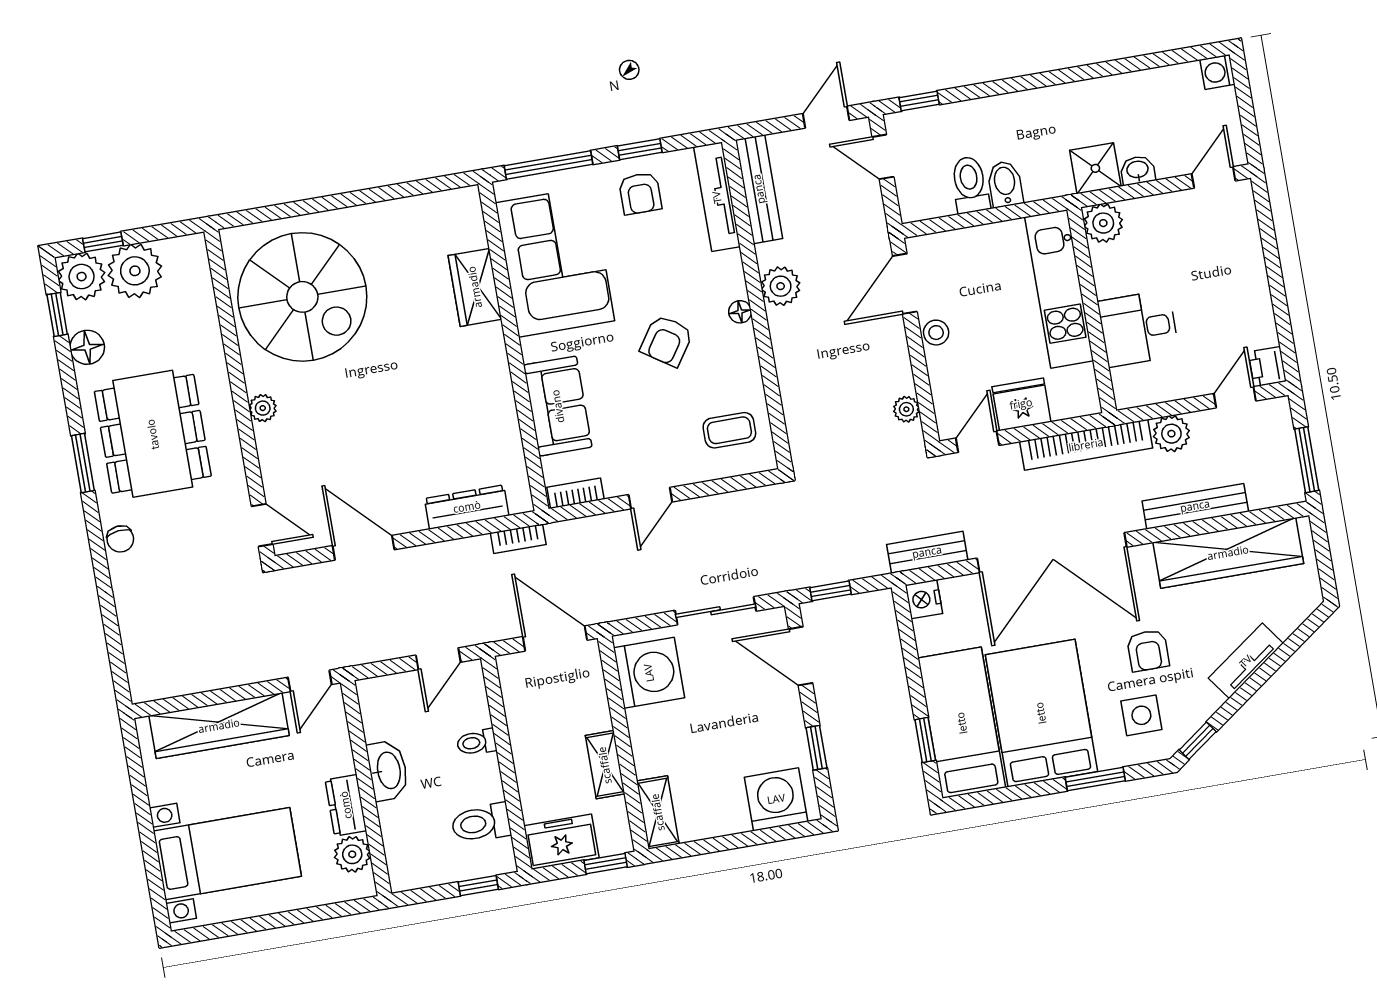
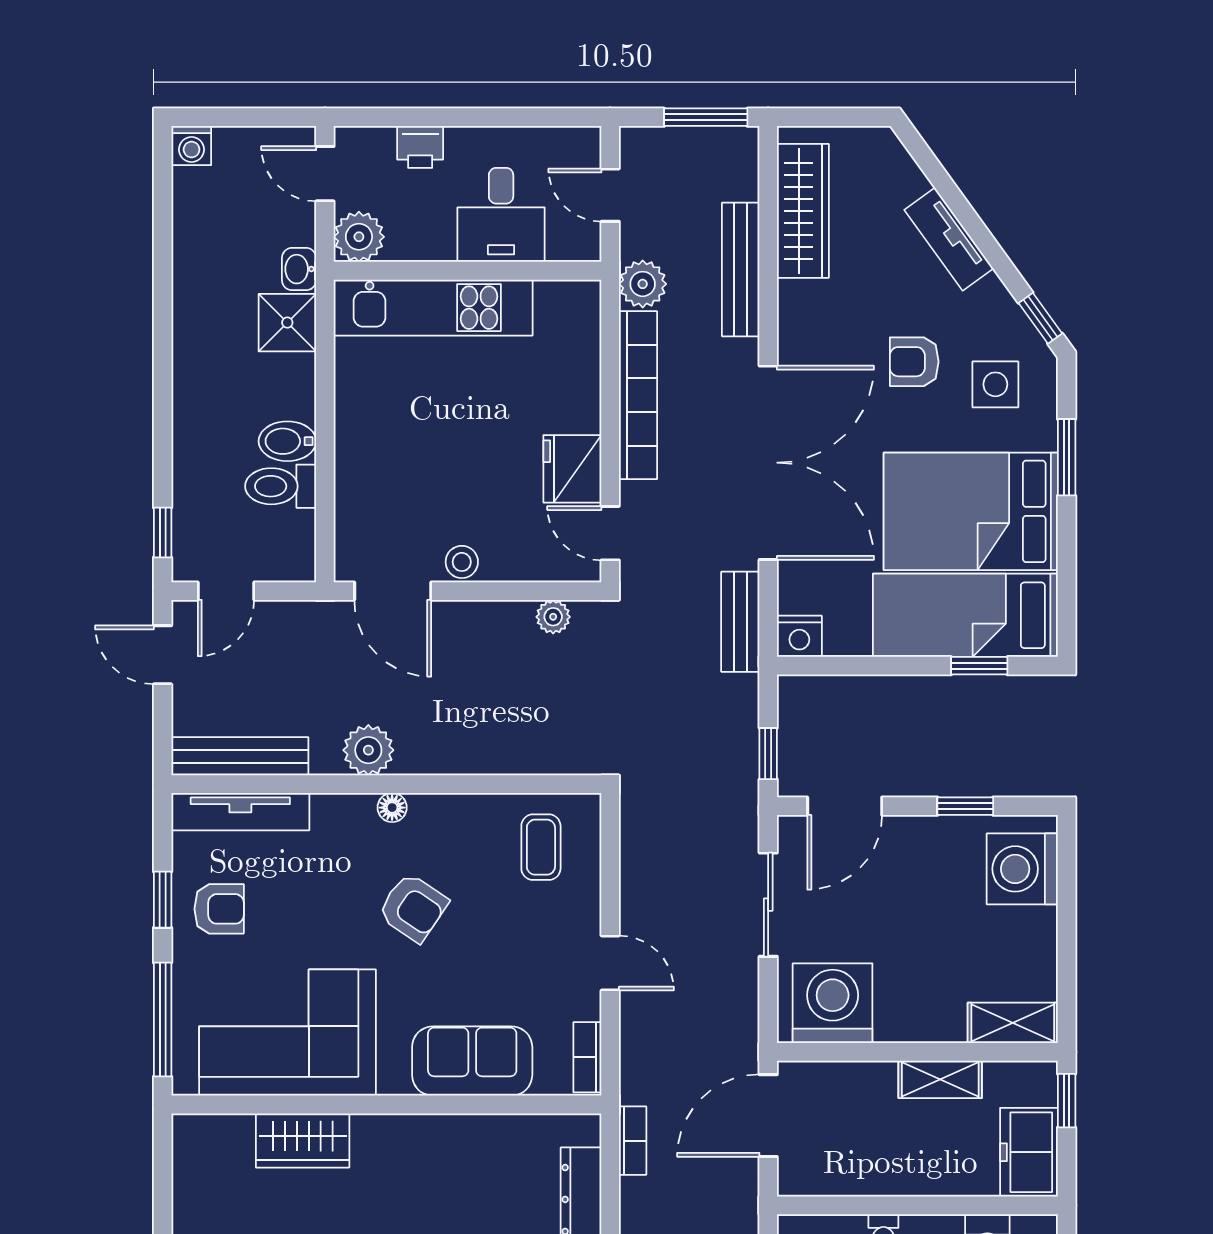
plant: (1103, 223) -> (359, 237), moved
kitchen unit: (1059, 289) -> (433, 308), moved
wall: (1092, 310) -> (468, 271), moved
desk: (1139, 328) -> (501, 215), moved
printer: (1267, 367) -> (420, 147), moved
wardrobe: (1228, 553) -> (803, 211), width x0.71, depth x0.85
armchair: (1148, 650) -> (914, 362), turned 180

